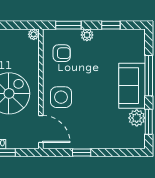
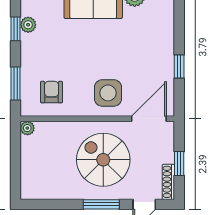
plant: (87, 35) -> (28, 25), moved

